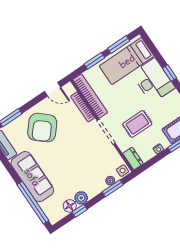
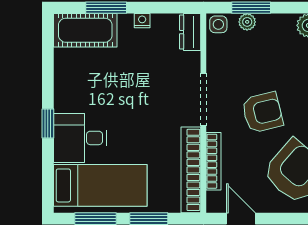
desk: (153, 81) -> (80, 138), width x0.73
rug: (137, 124) -> (148, 80), removed
armchair: (75, 144) -> (262, 112), added

